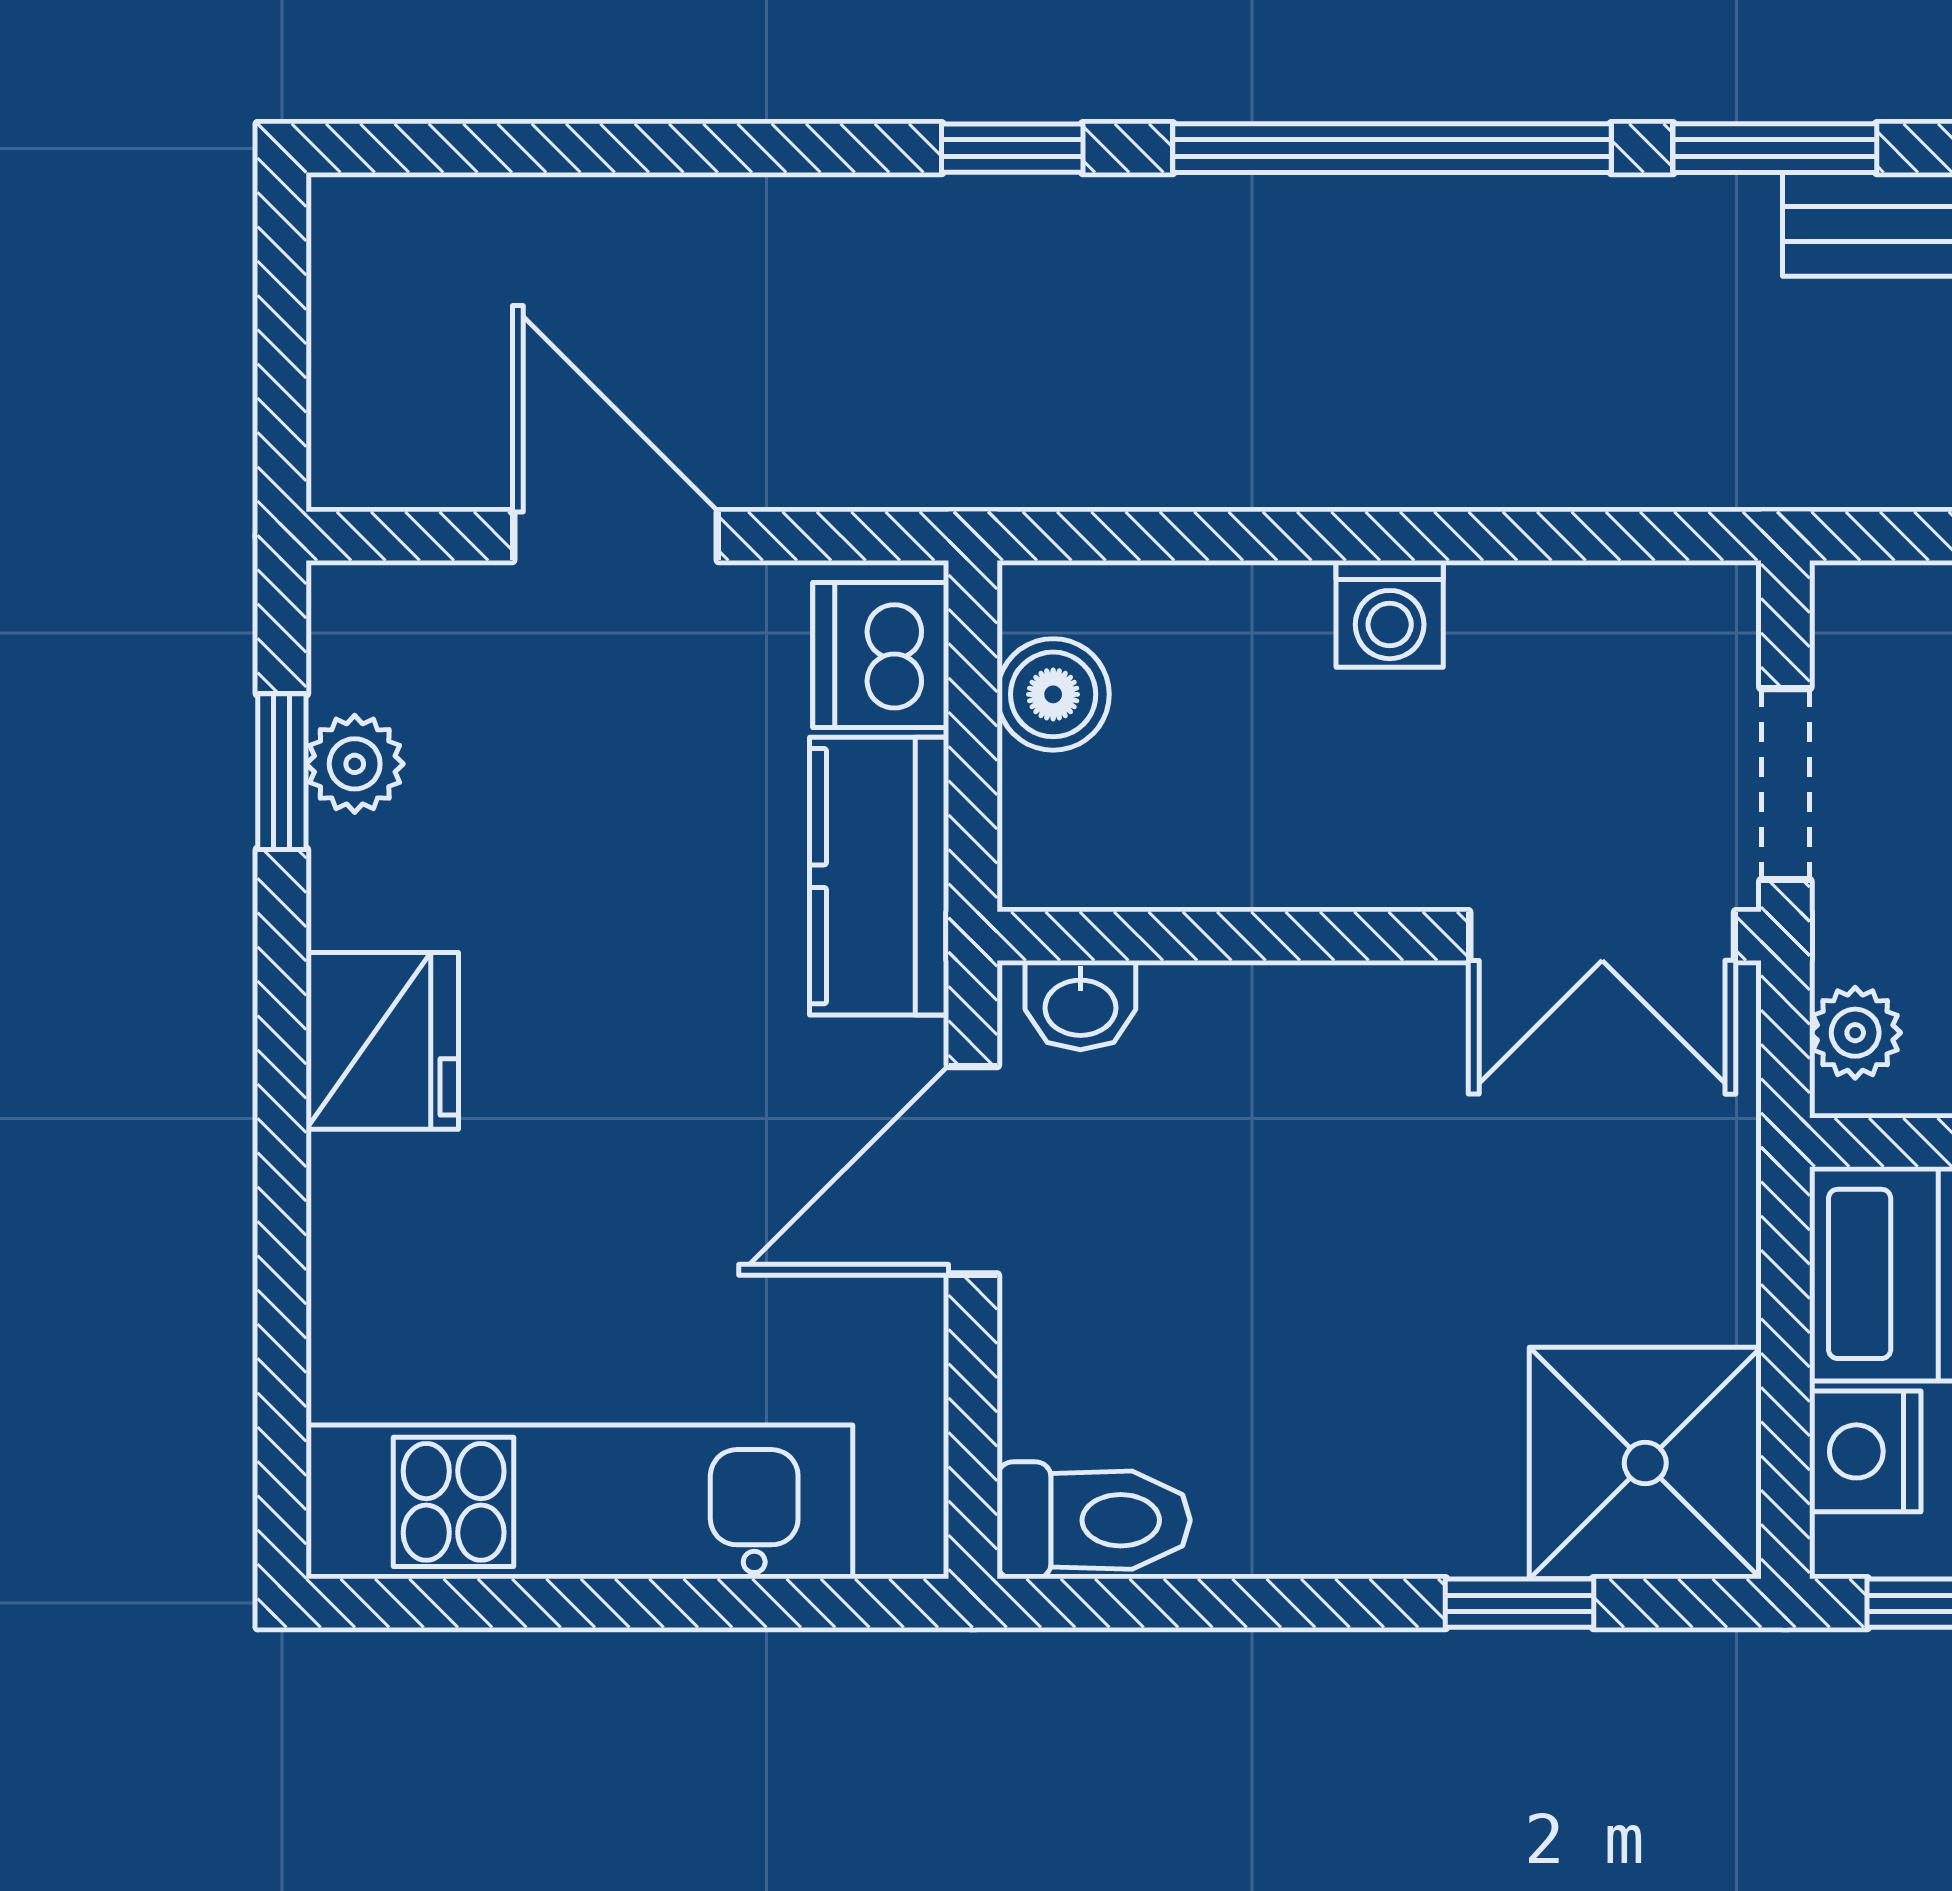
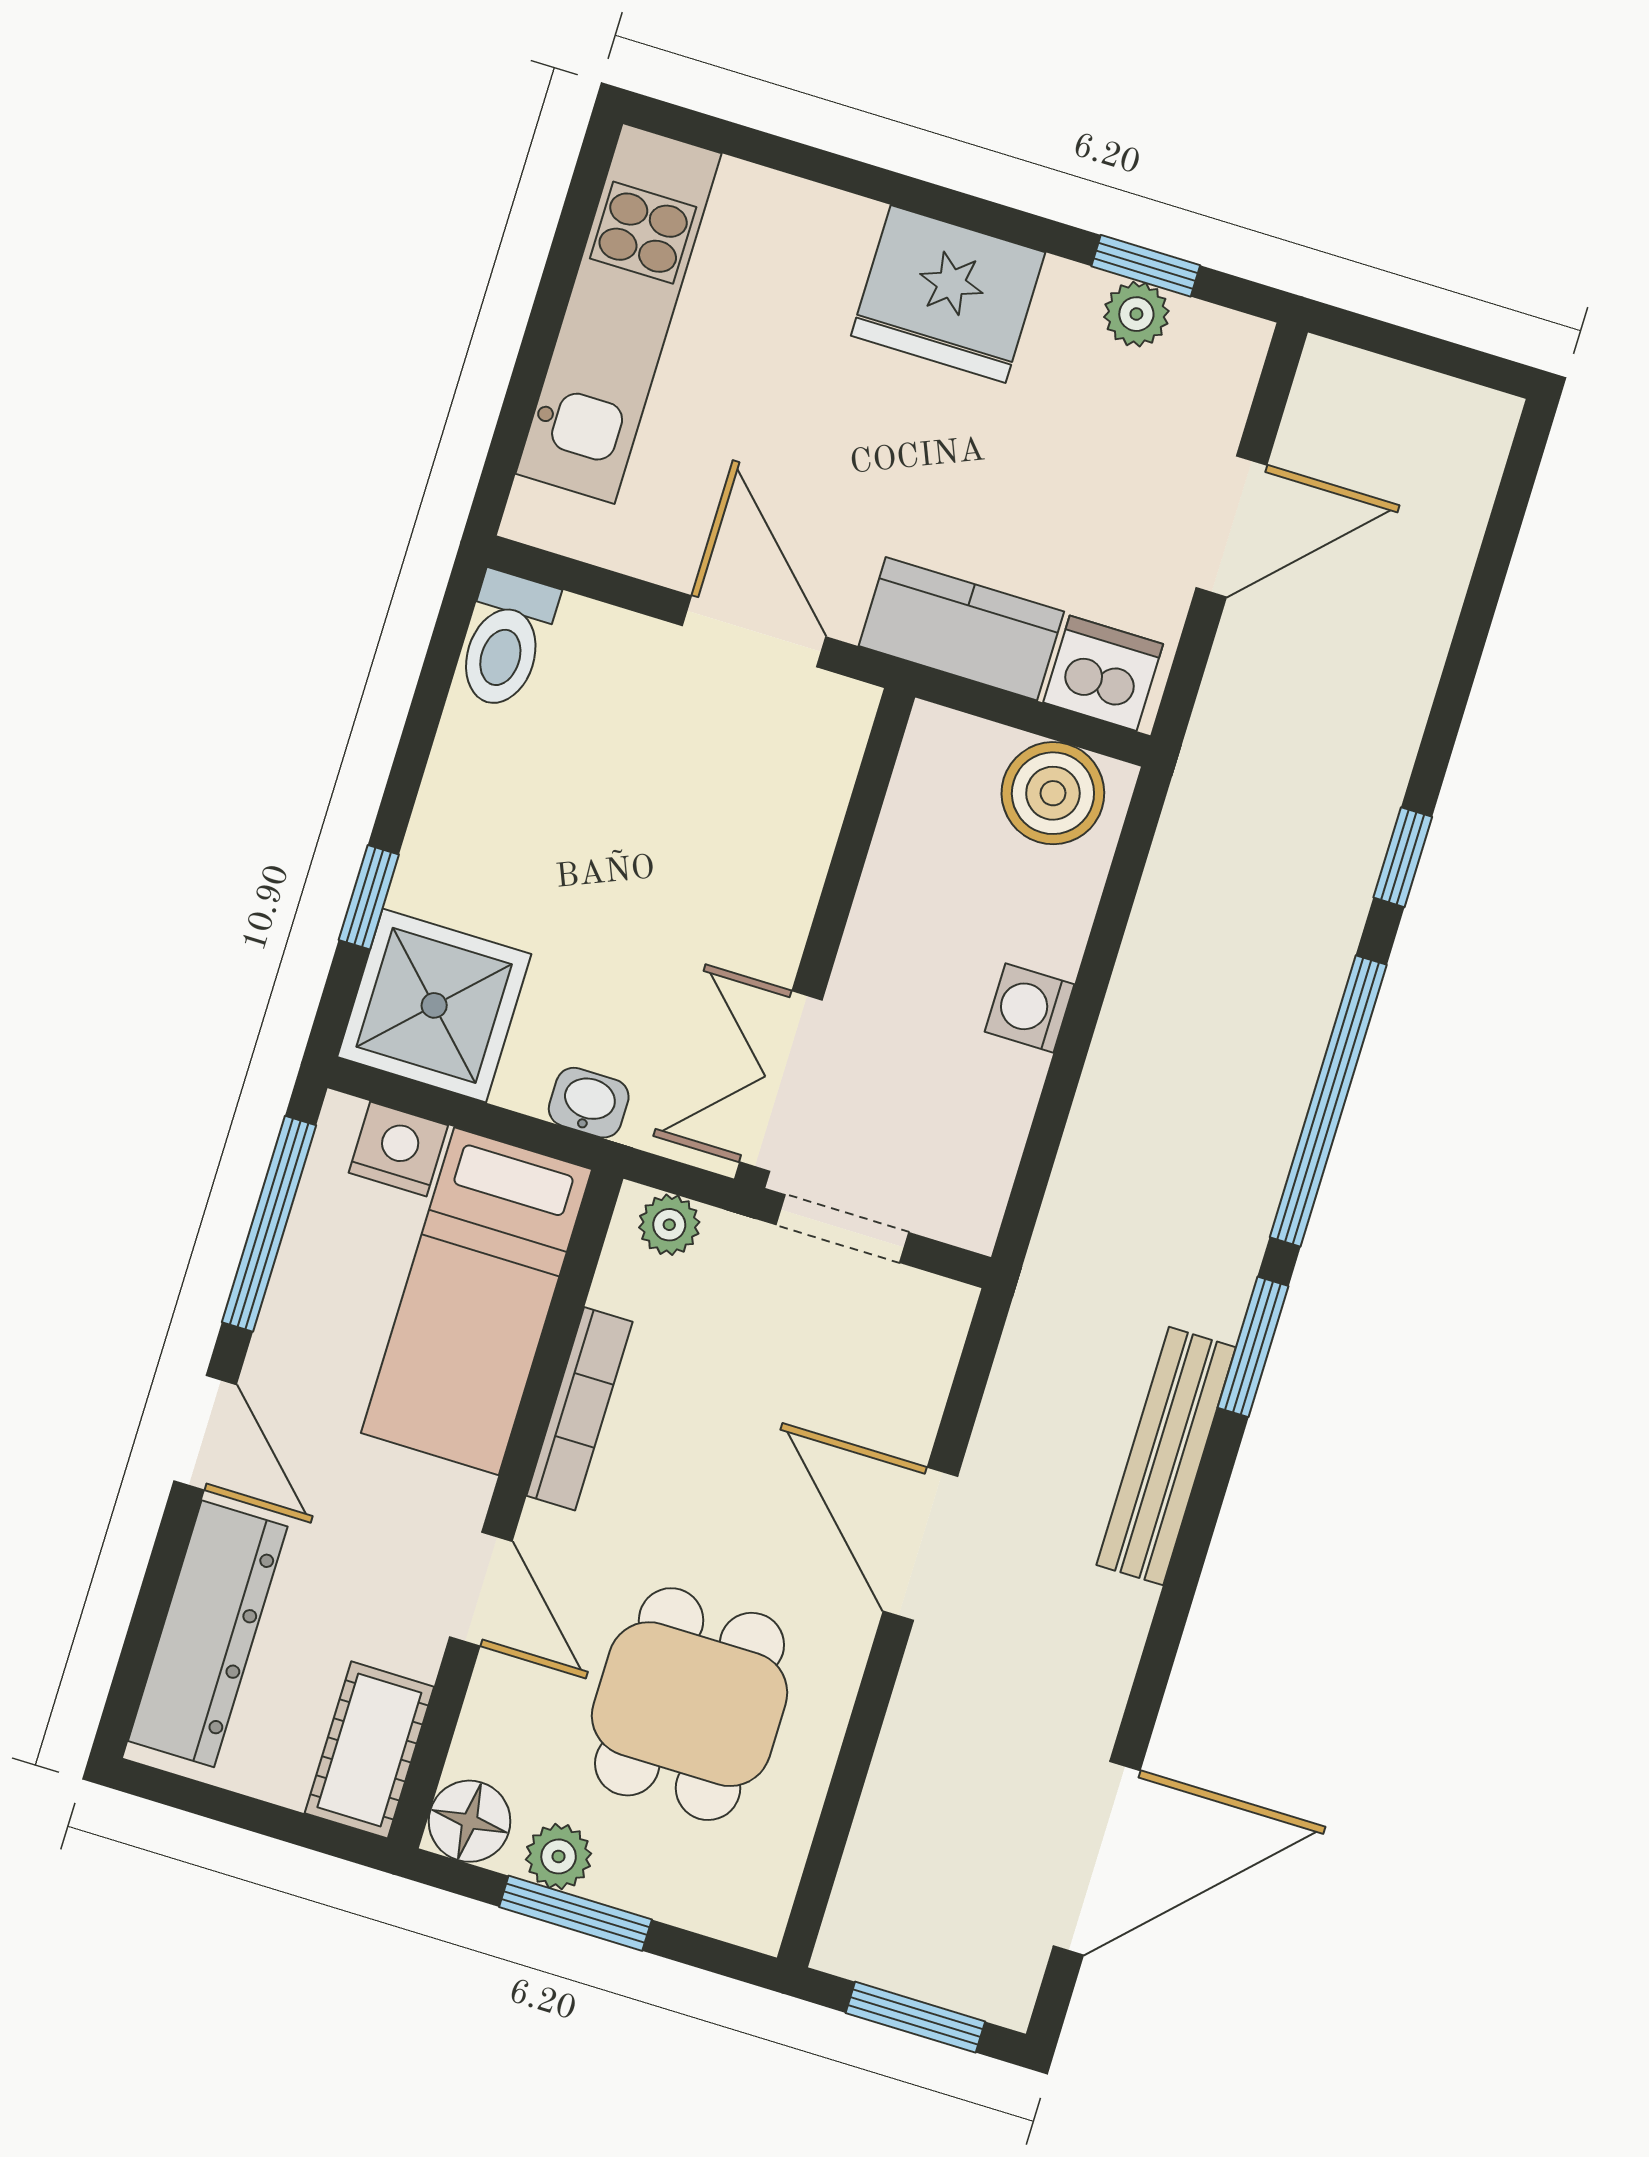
boiler: (1053, 694) -> (1053, 793), width x1.36, depth x1.36
washbasin: (1080, 1005) -> (589, 1103), moved, turned 90
fridge: (382, 1041) -> (948, 294), width x1.36, depth x1.34

